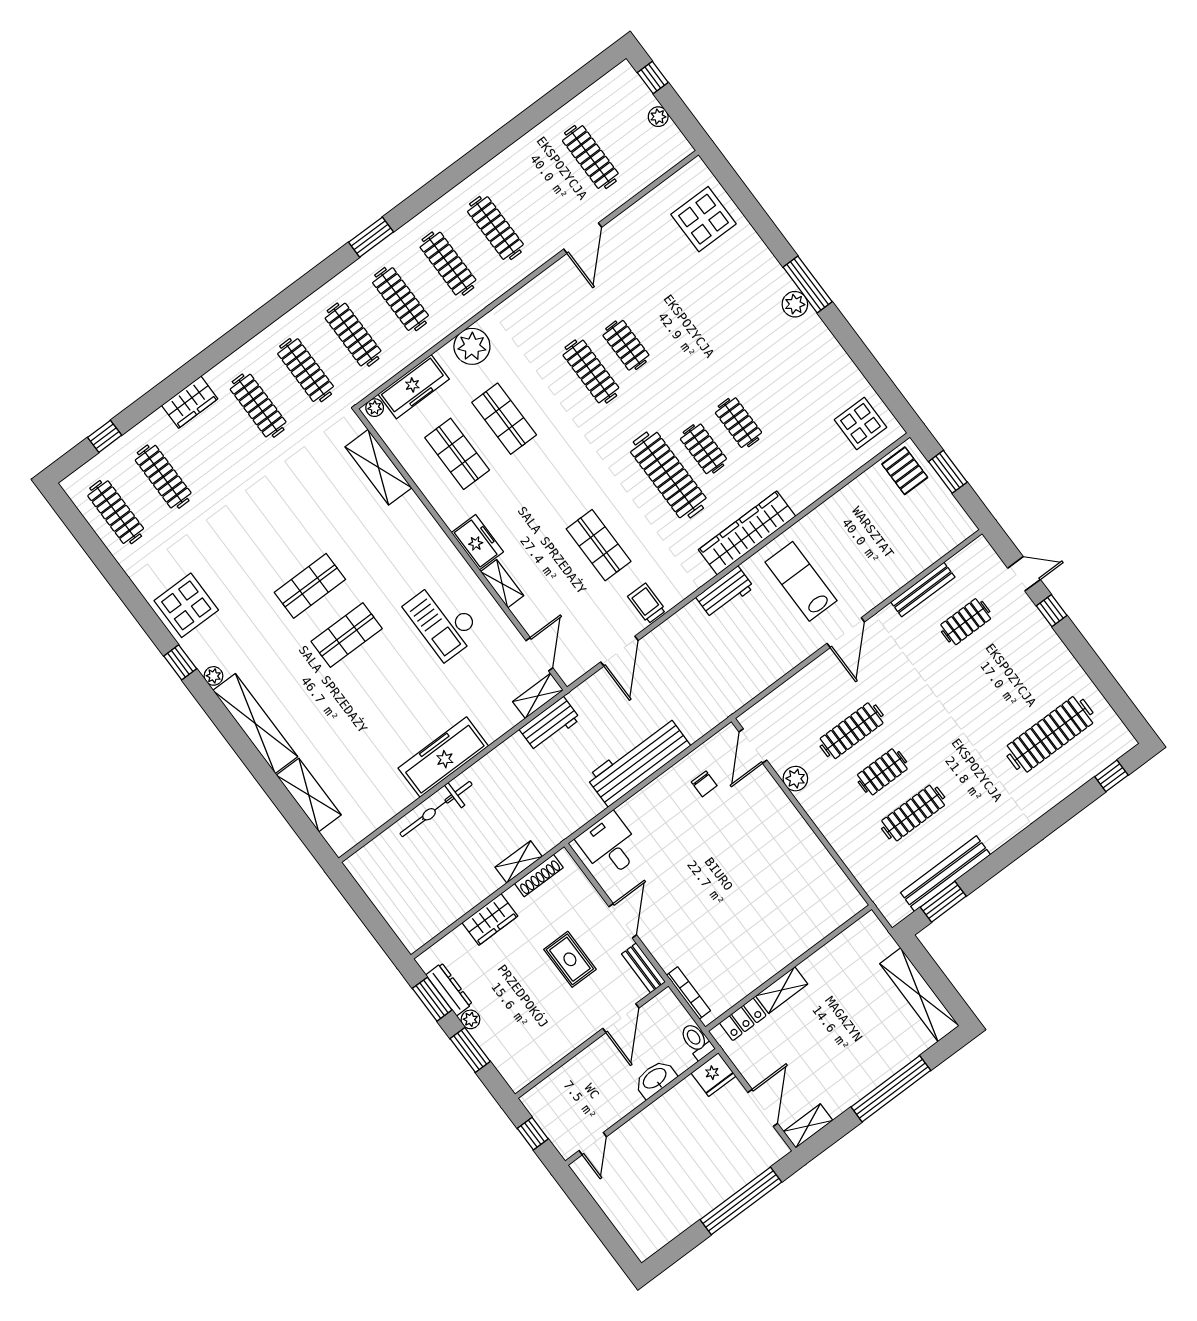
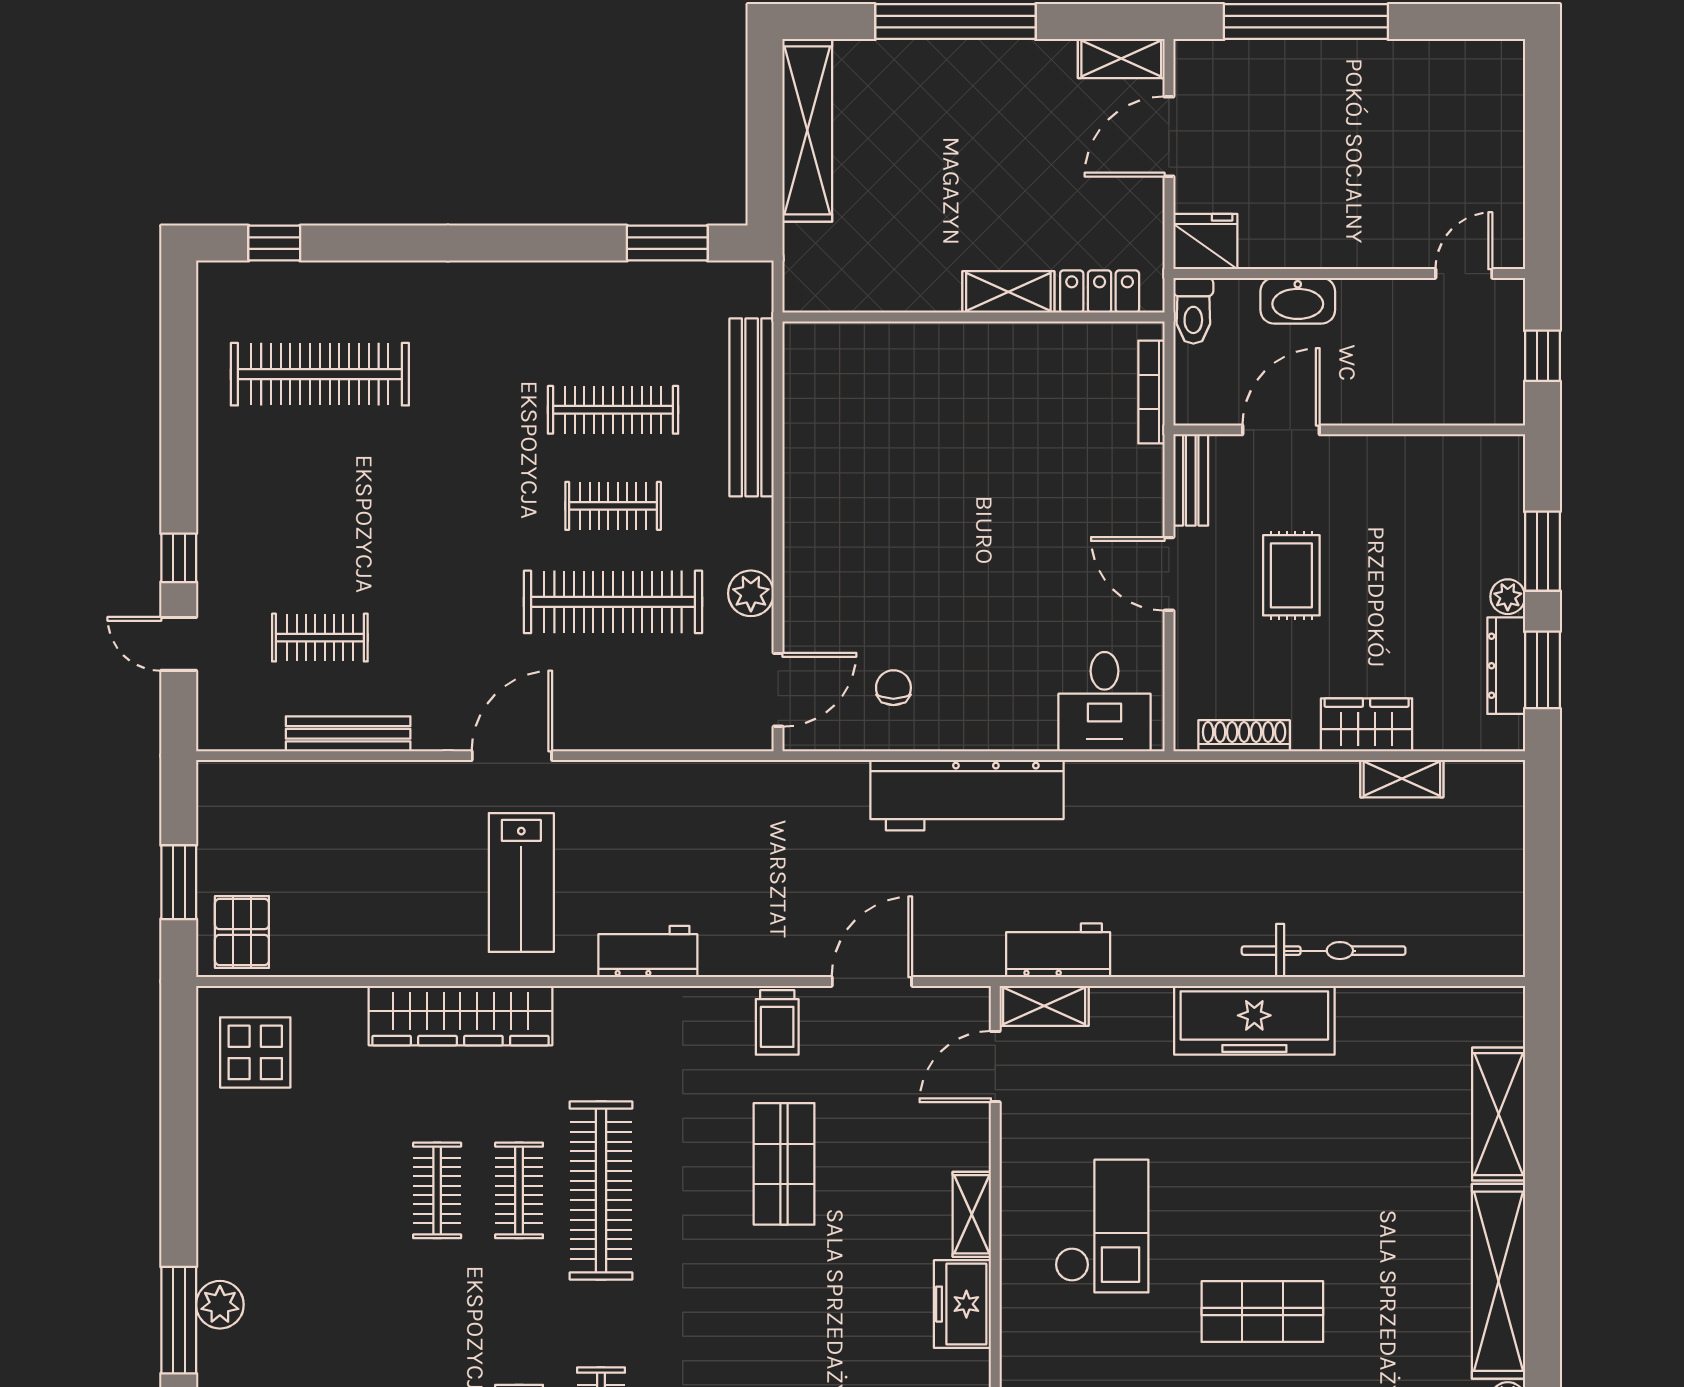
wardrobe: (747, 533) -> (460, 1016), moved
clothes rail: (852, 731) -> (613, 602), width x1.37, depth x1.31
shelving: (519, 862) -> (1402, 779), moved
bench: (945, 874) -> (752, 407), moved, turned 90
door: (623, 921) -> (1169, 574), hinge flipped

